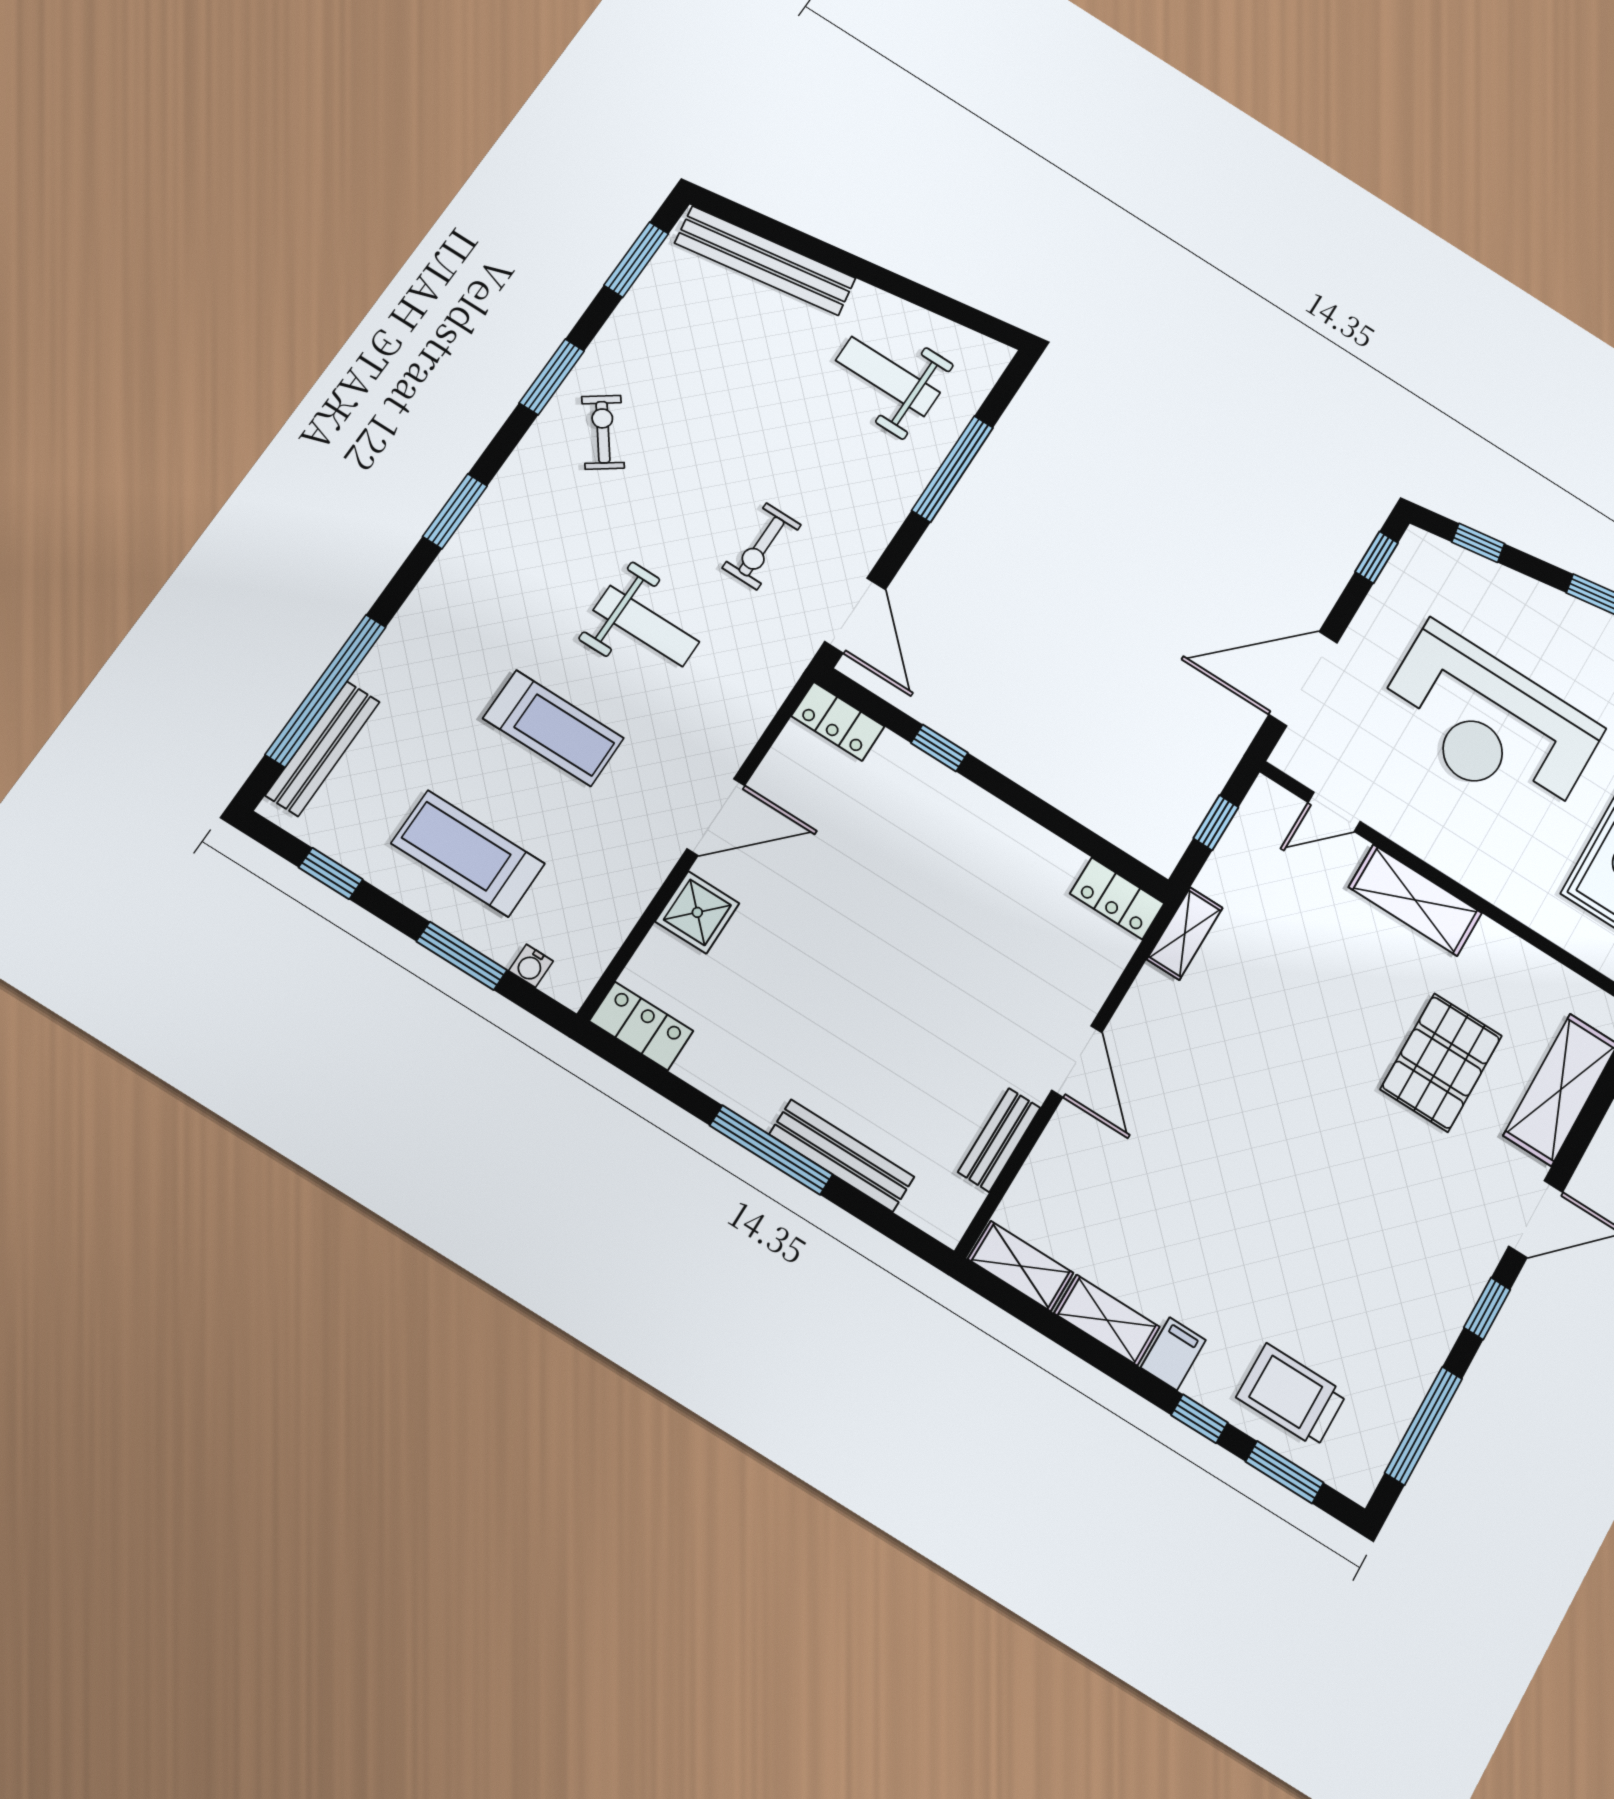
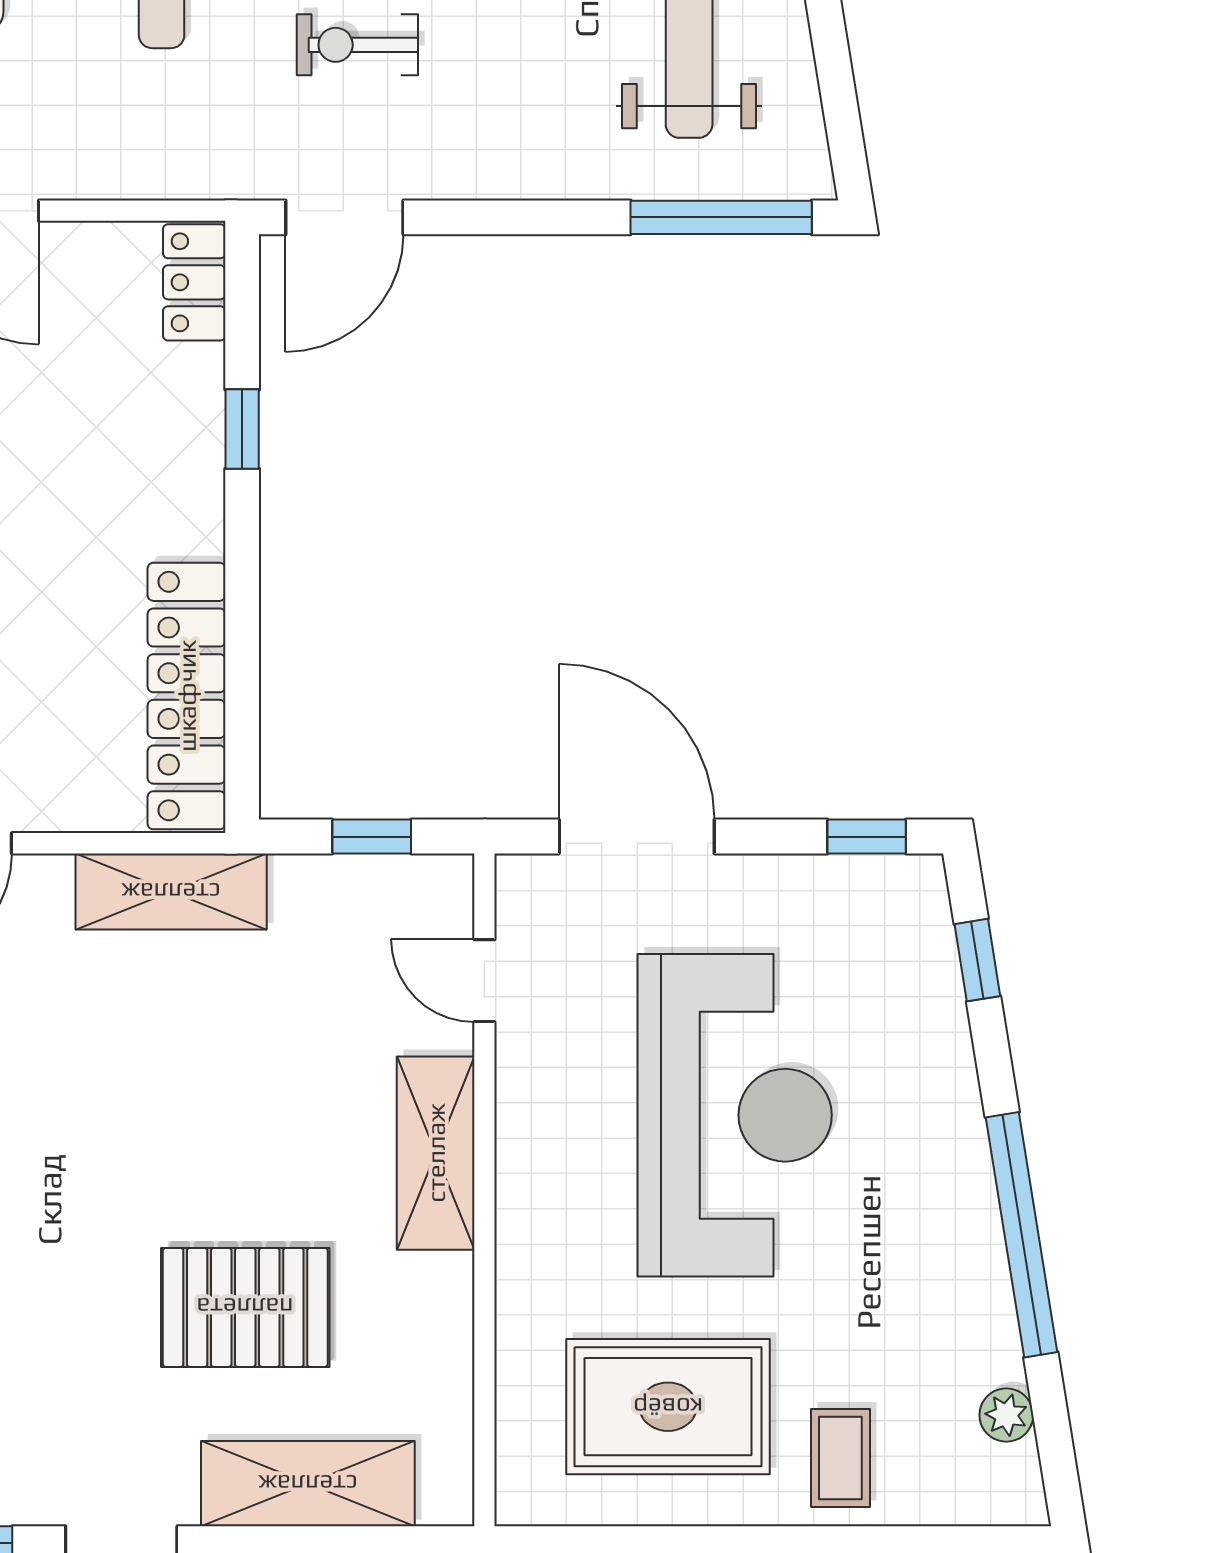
window: (952, 469) -> (721, 217), moved
reception desk: (1488, 724) -> (735, 1115), turned 180
locker: (1117, 898) -> (187, 696), width x2.16, depth x1.21
shelving: (1185, 934) -> (171, 892), width x1.50, depth x1.33

